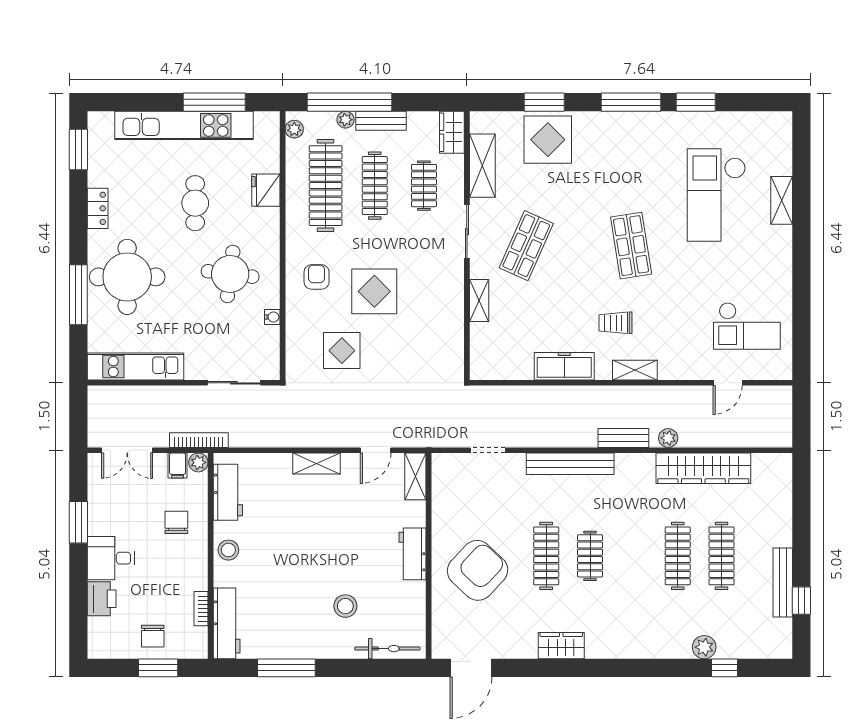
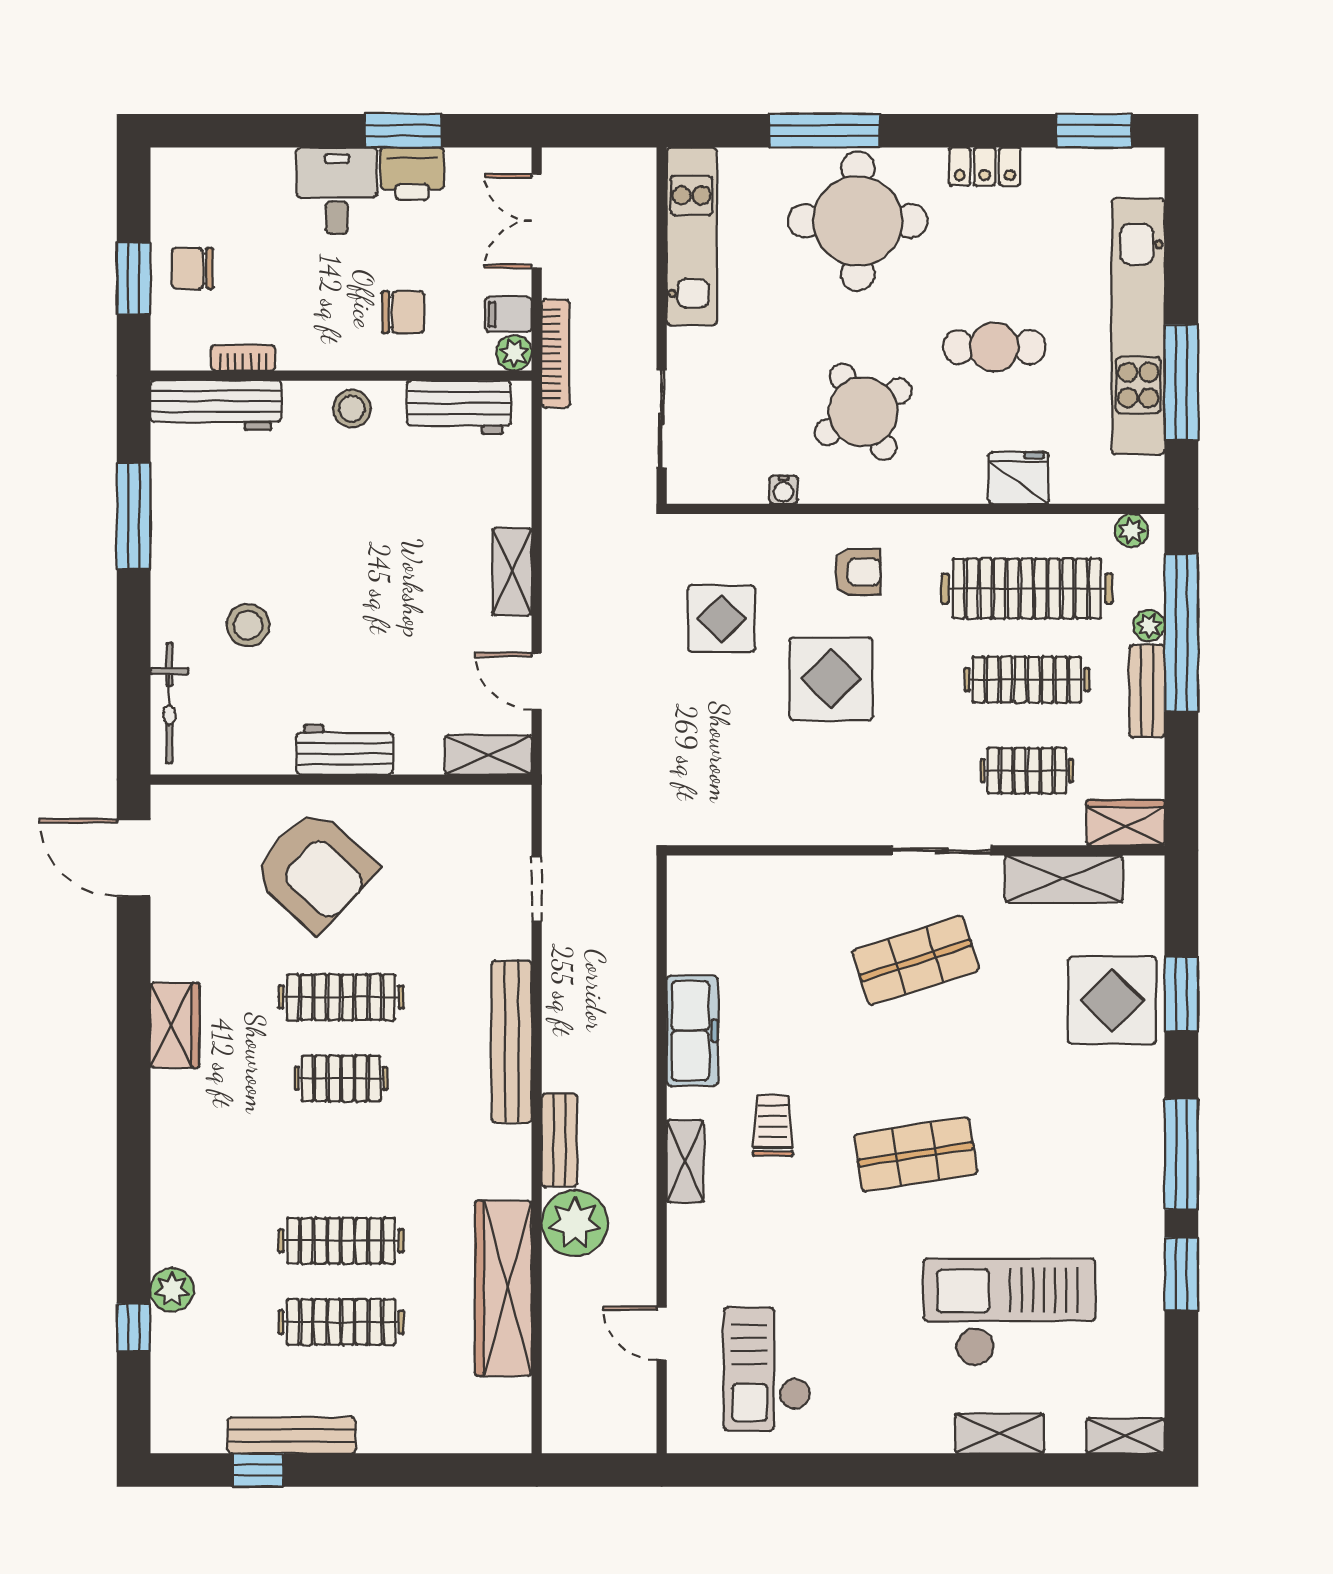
shop shelf: (526, 246) -> (916, 960), turned -42
round table: (230, 274) -> (863, 412), turned -37
shelving: (479, 300) -> (1126, 1436), moved
plant: (668, 438) -> (575, 1223), width x1.88, depth x1.88
printer: (102, 599) -> (412, 174), moved

